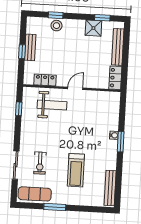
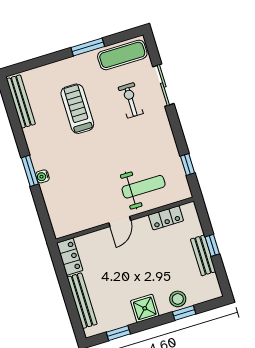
shower: (93, 28) -> (145, 308), moved
weight bench: (52, 105) -> (144, 187), turned 180

